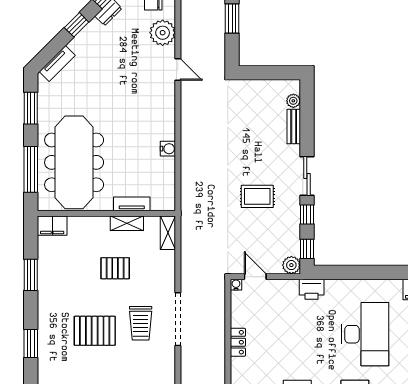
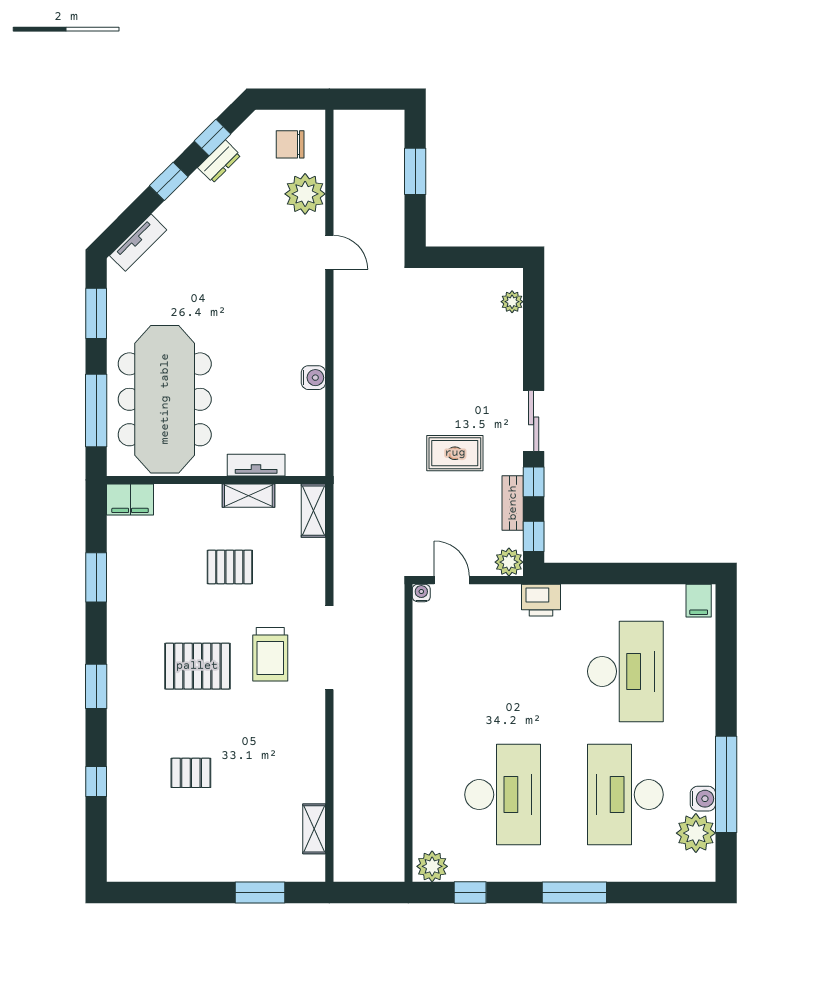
bench: (294, 126) -> (513, 503), moved
locker: (238, 342) -> (424, 684), removed

